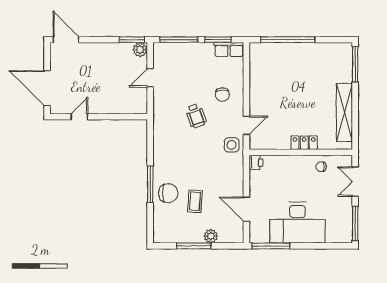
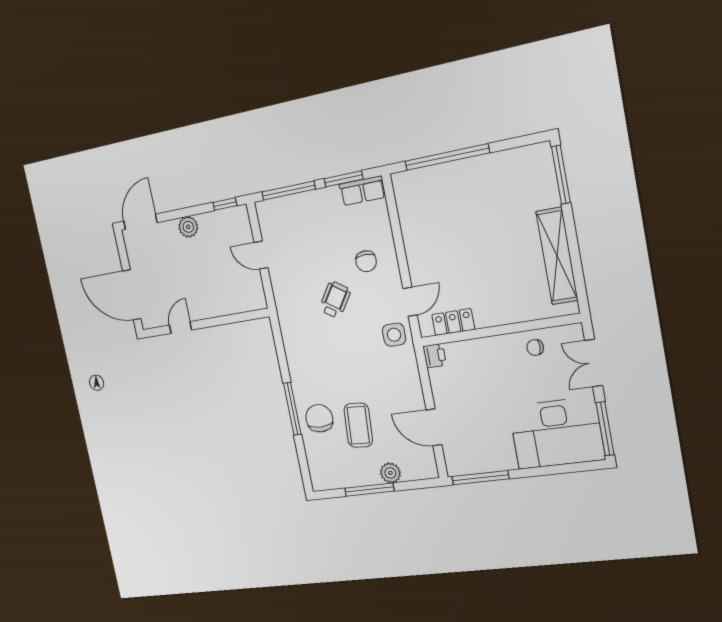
door: (66, 40) -> (140, 222), hinge flipped
window: (132, 40) -> (225, 204), width x0.67
plant: (140, 50) -> (188, 227), moved
door: (150, 78) -> (261, 255), hinge flipped
wheelchair: (196, 116) -> (335, 300), turned -127
locker: (304, 143) -> (453, 322), moved
chair: (168, 193) -> (319, 418), turned -90
coffee table: (195, 201) -> (358, 425), width x1.36, depth x1.30
desk: (297, 223) -> (557, 433), moved

